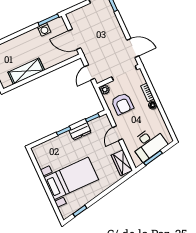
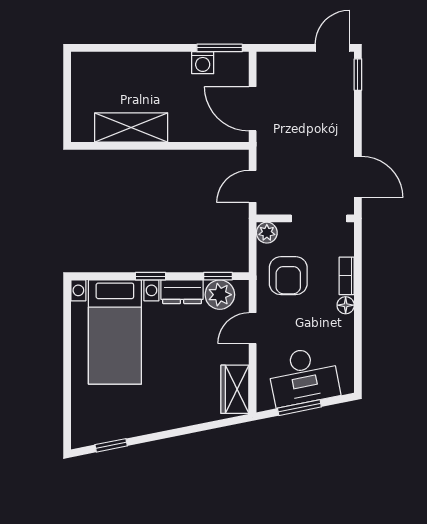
plant: (97, 125) -> (220, 295), added
bed with nightstands: (71, 178) -> (115, 332), moved, turned 90

